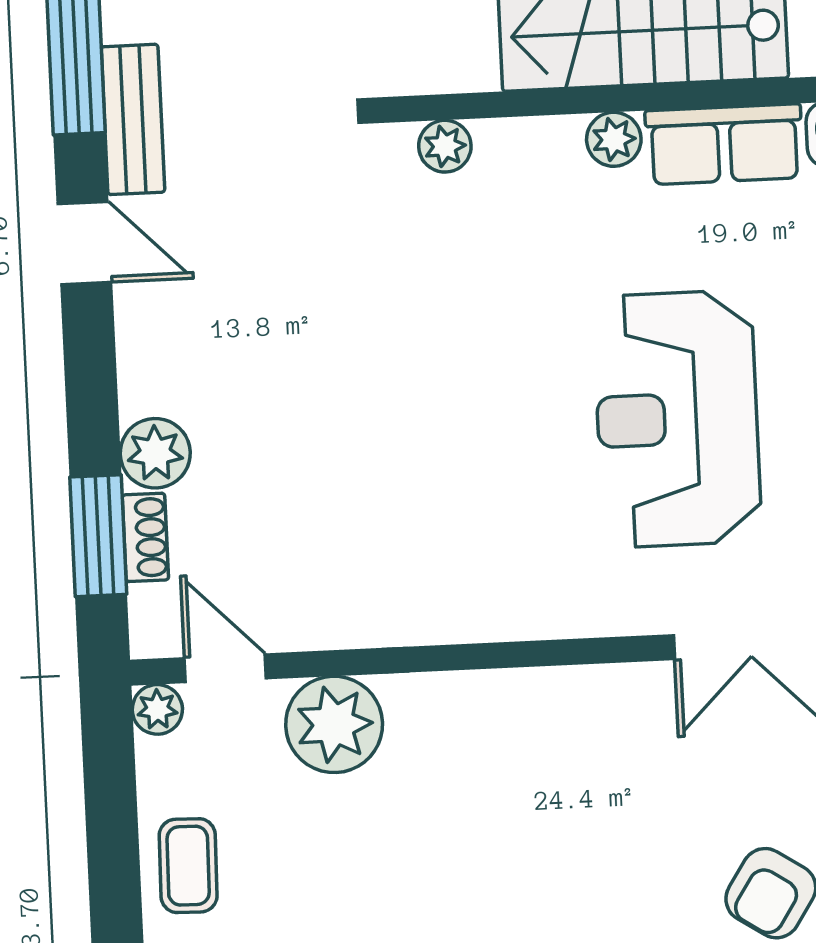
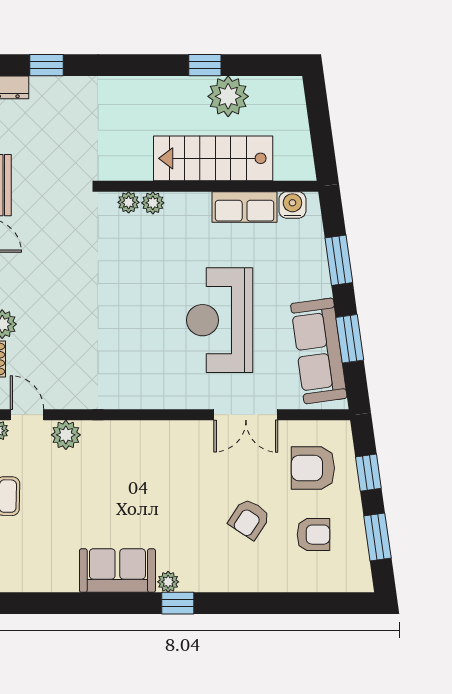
plant: (614, 139) -> (153, 203), moved
plant: (334, 724) -> (66, 435), width x0.73, depth x0.73

